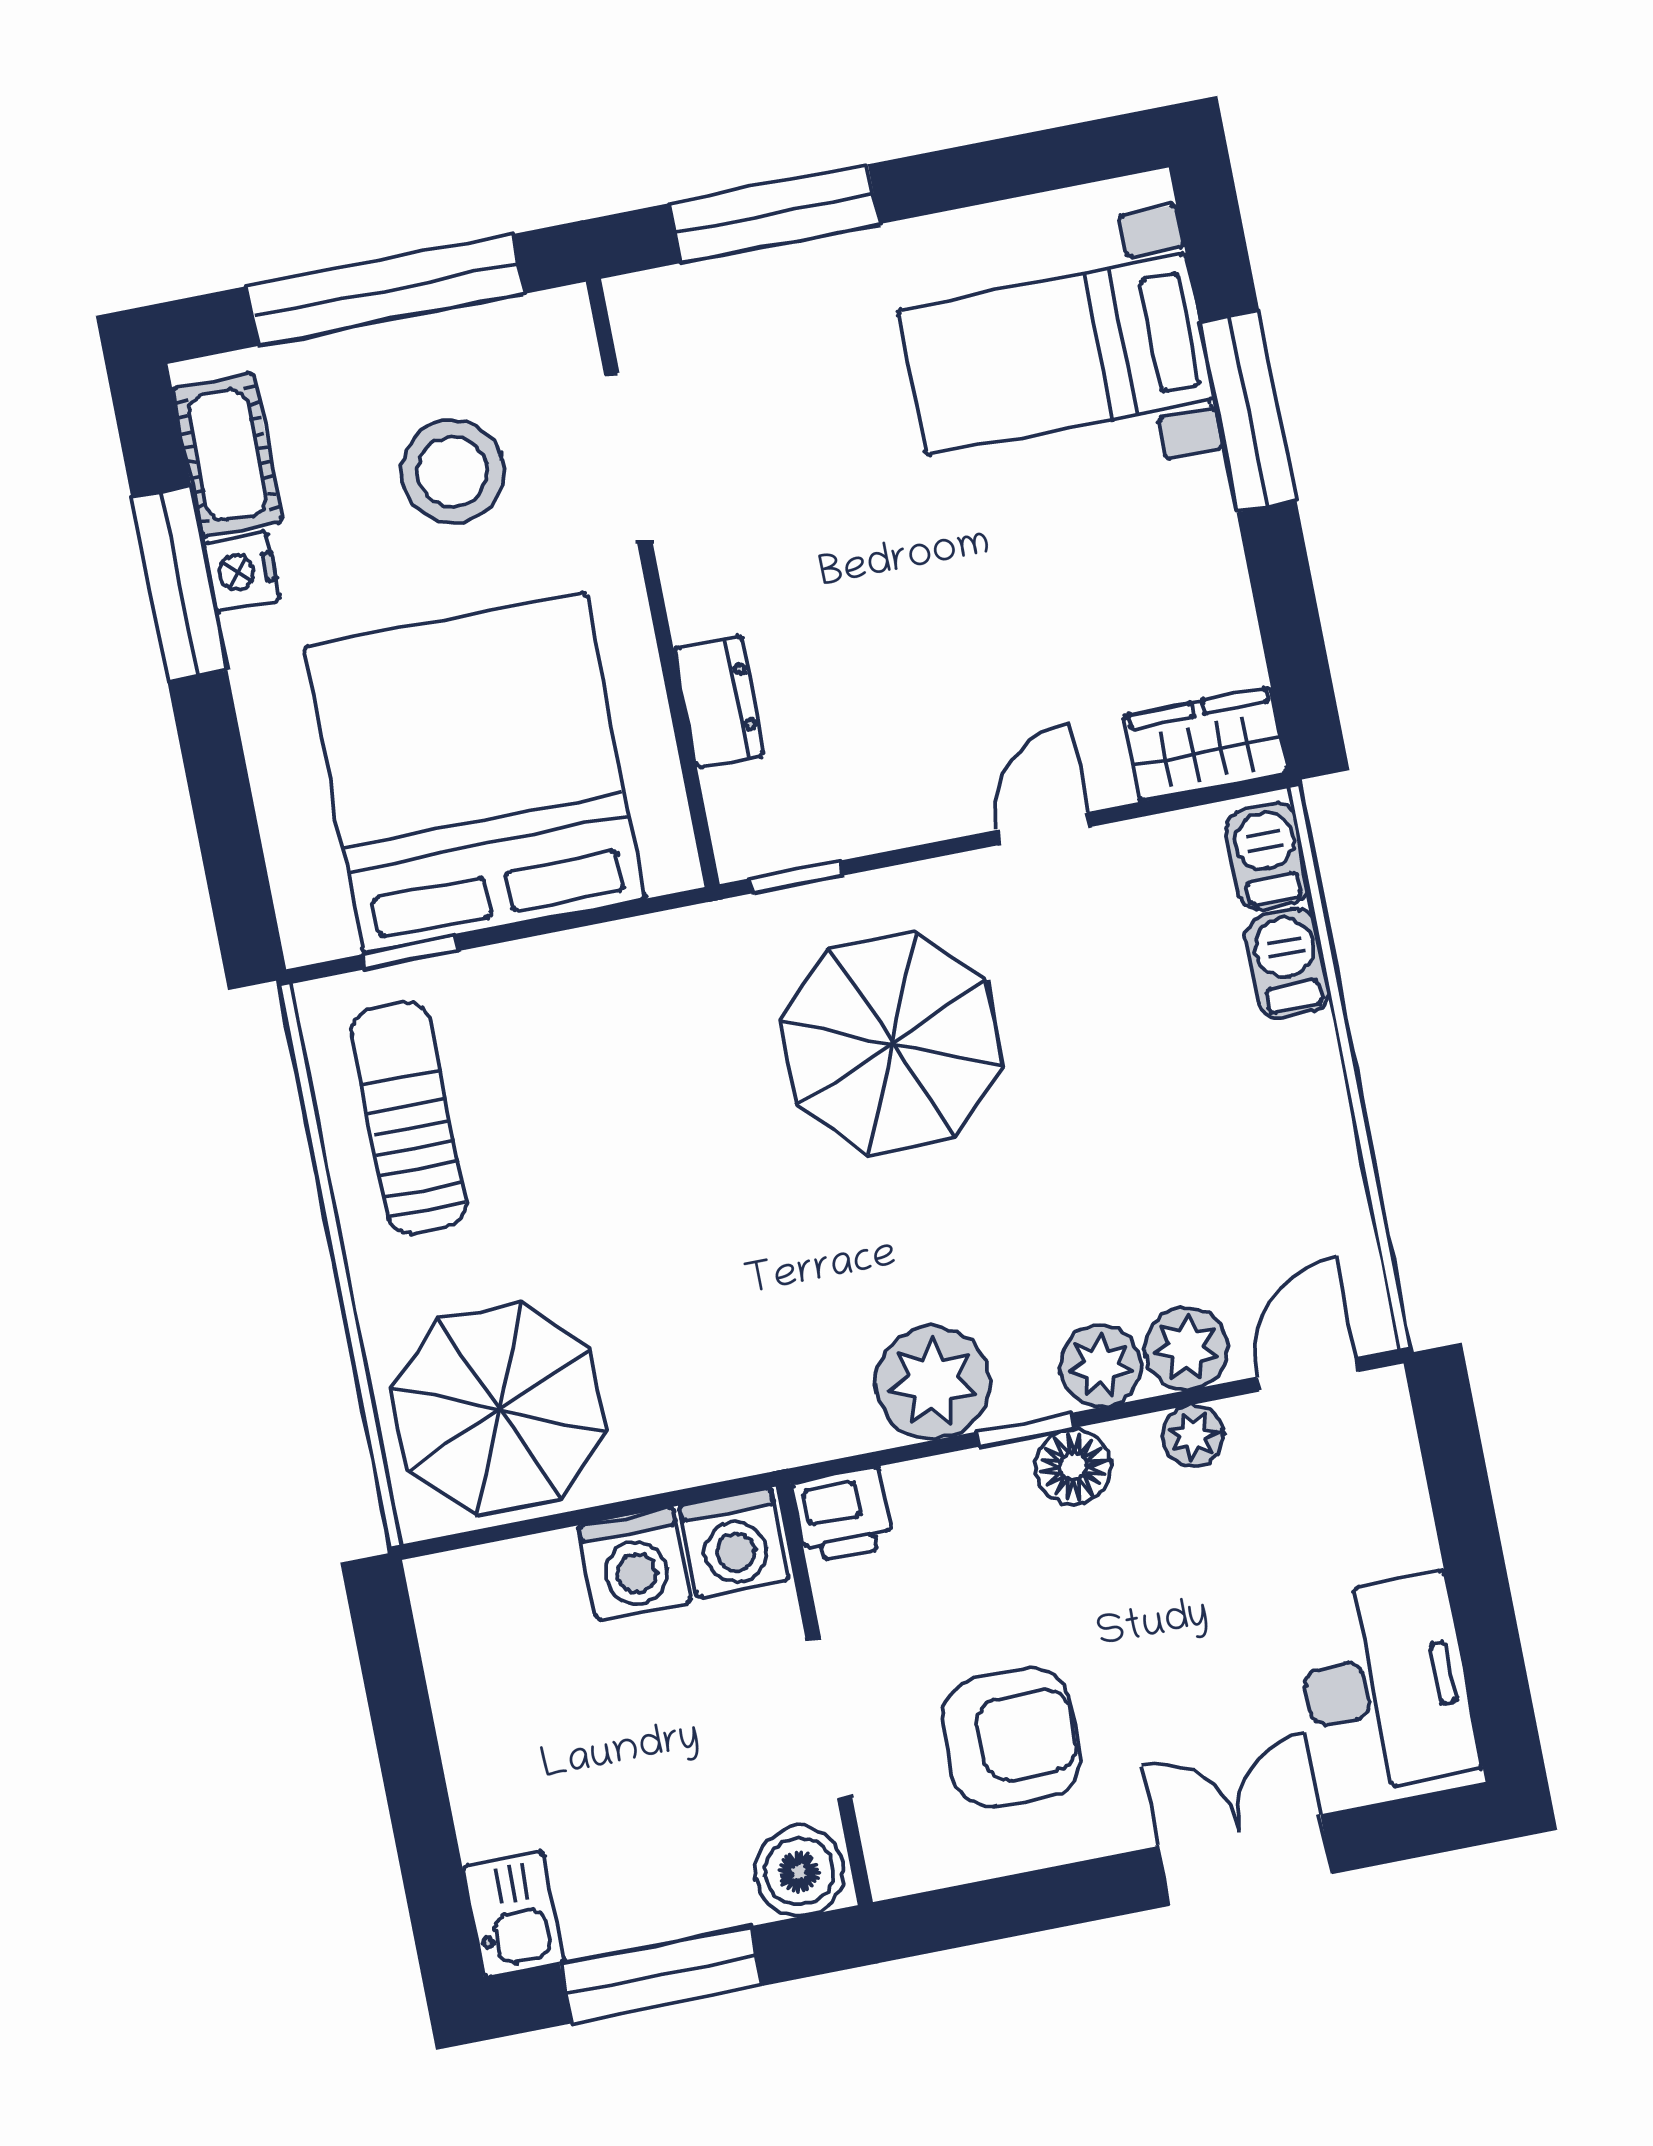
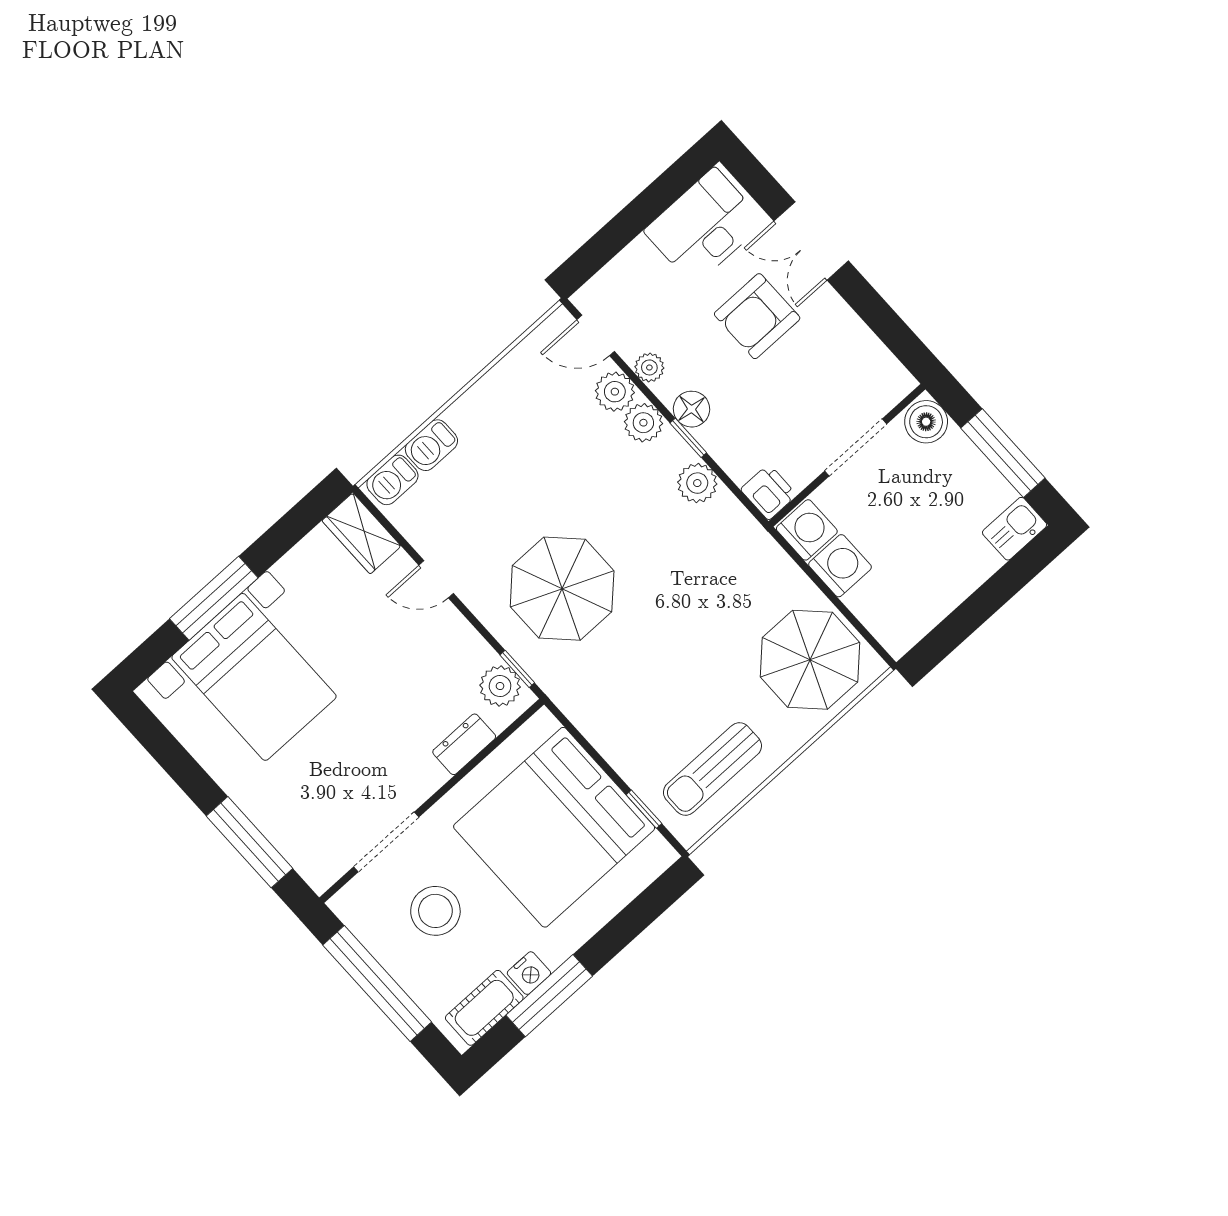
bed with nightstands: (1056, 355) -> (254, 677), width x1.36
plant: (784, 828) -> (500, 686), added
plant: (932, 1383) -> (697, 483), width x0.73, depth x0.73
armchair: (1012, 1738) -> (757, 316), moved, turned -90

